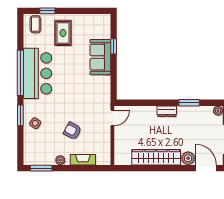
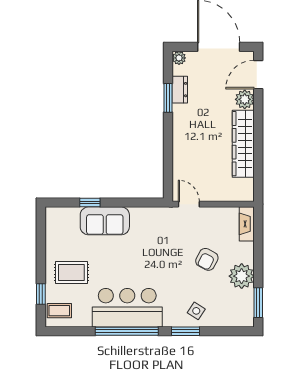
dresser: (167, 111) -> (180, 90), moved
plant: (60, 160) -> (242, 276), width x1.88, depth x1.88
fireplace: (83, 160) -> (247, 224), moved

